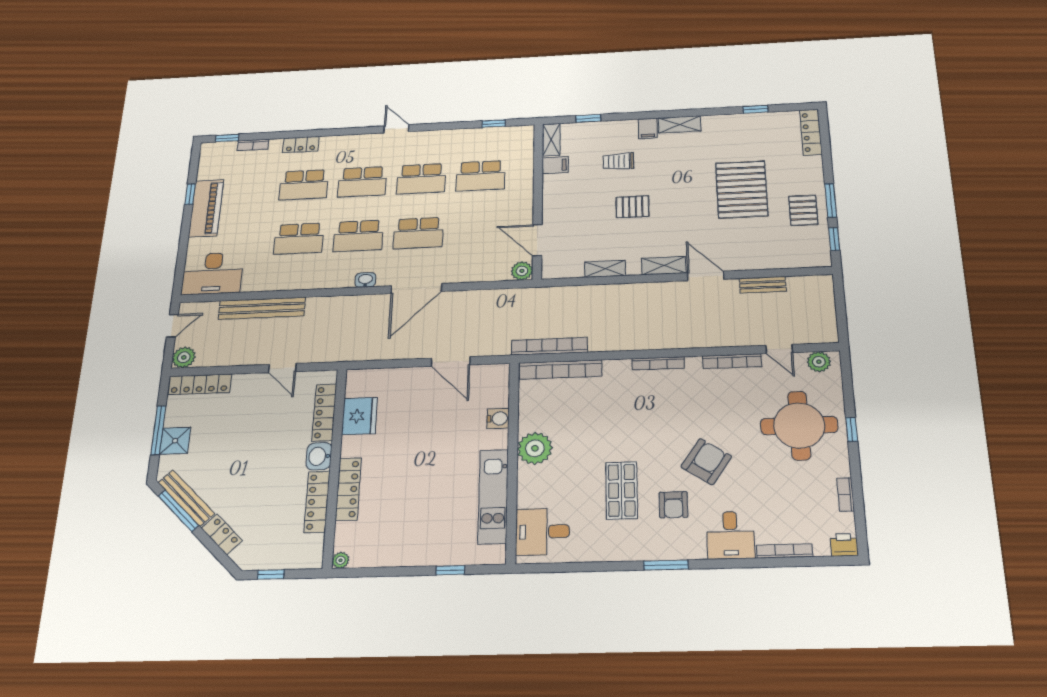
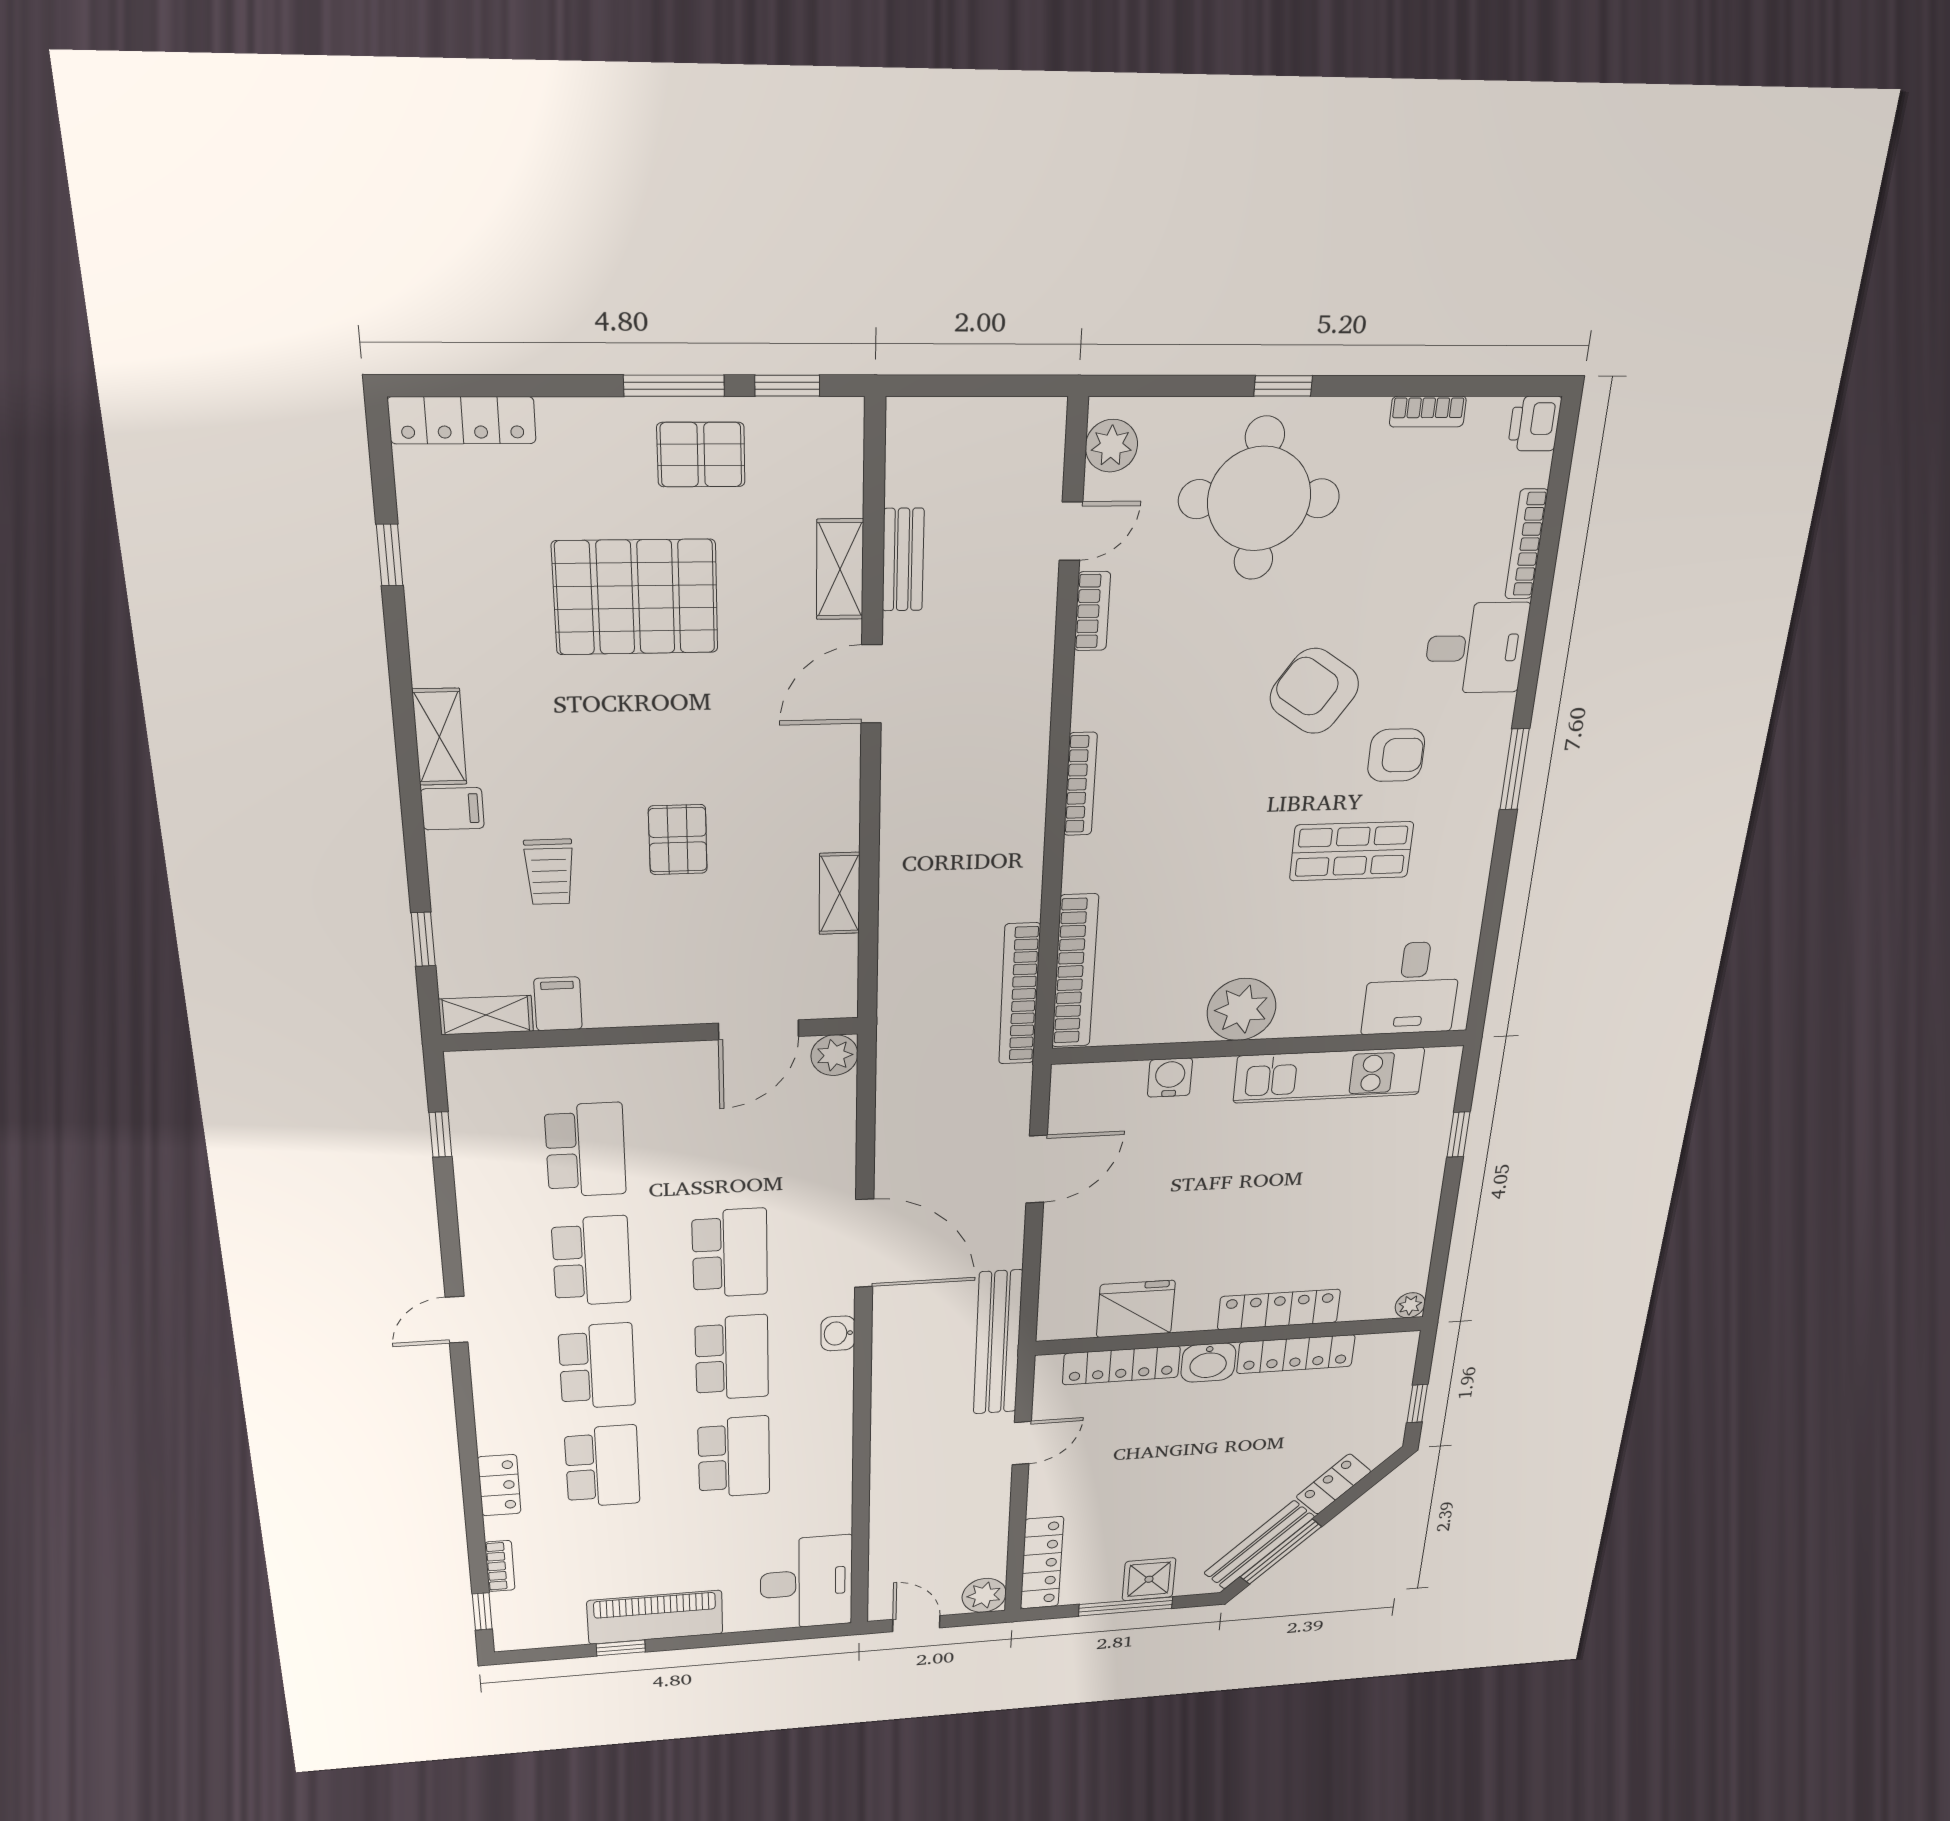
shelving: (664, 266) -> (840, 569), moved
bench: (262, 308) -> (998, 1343), moved
bookcase: (732, 361) -> (1092, 611), width x0.64

